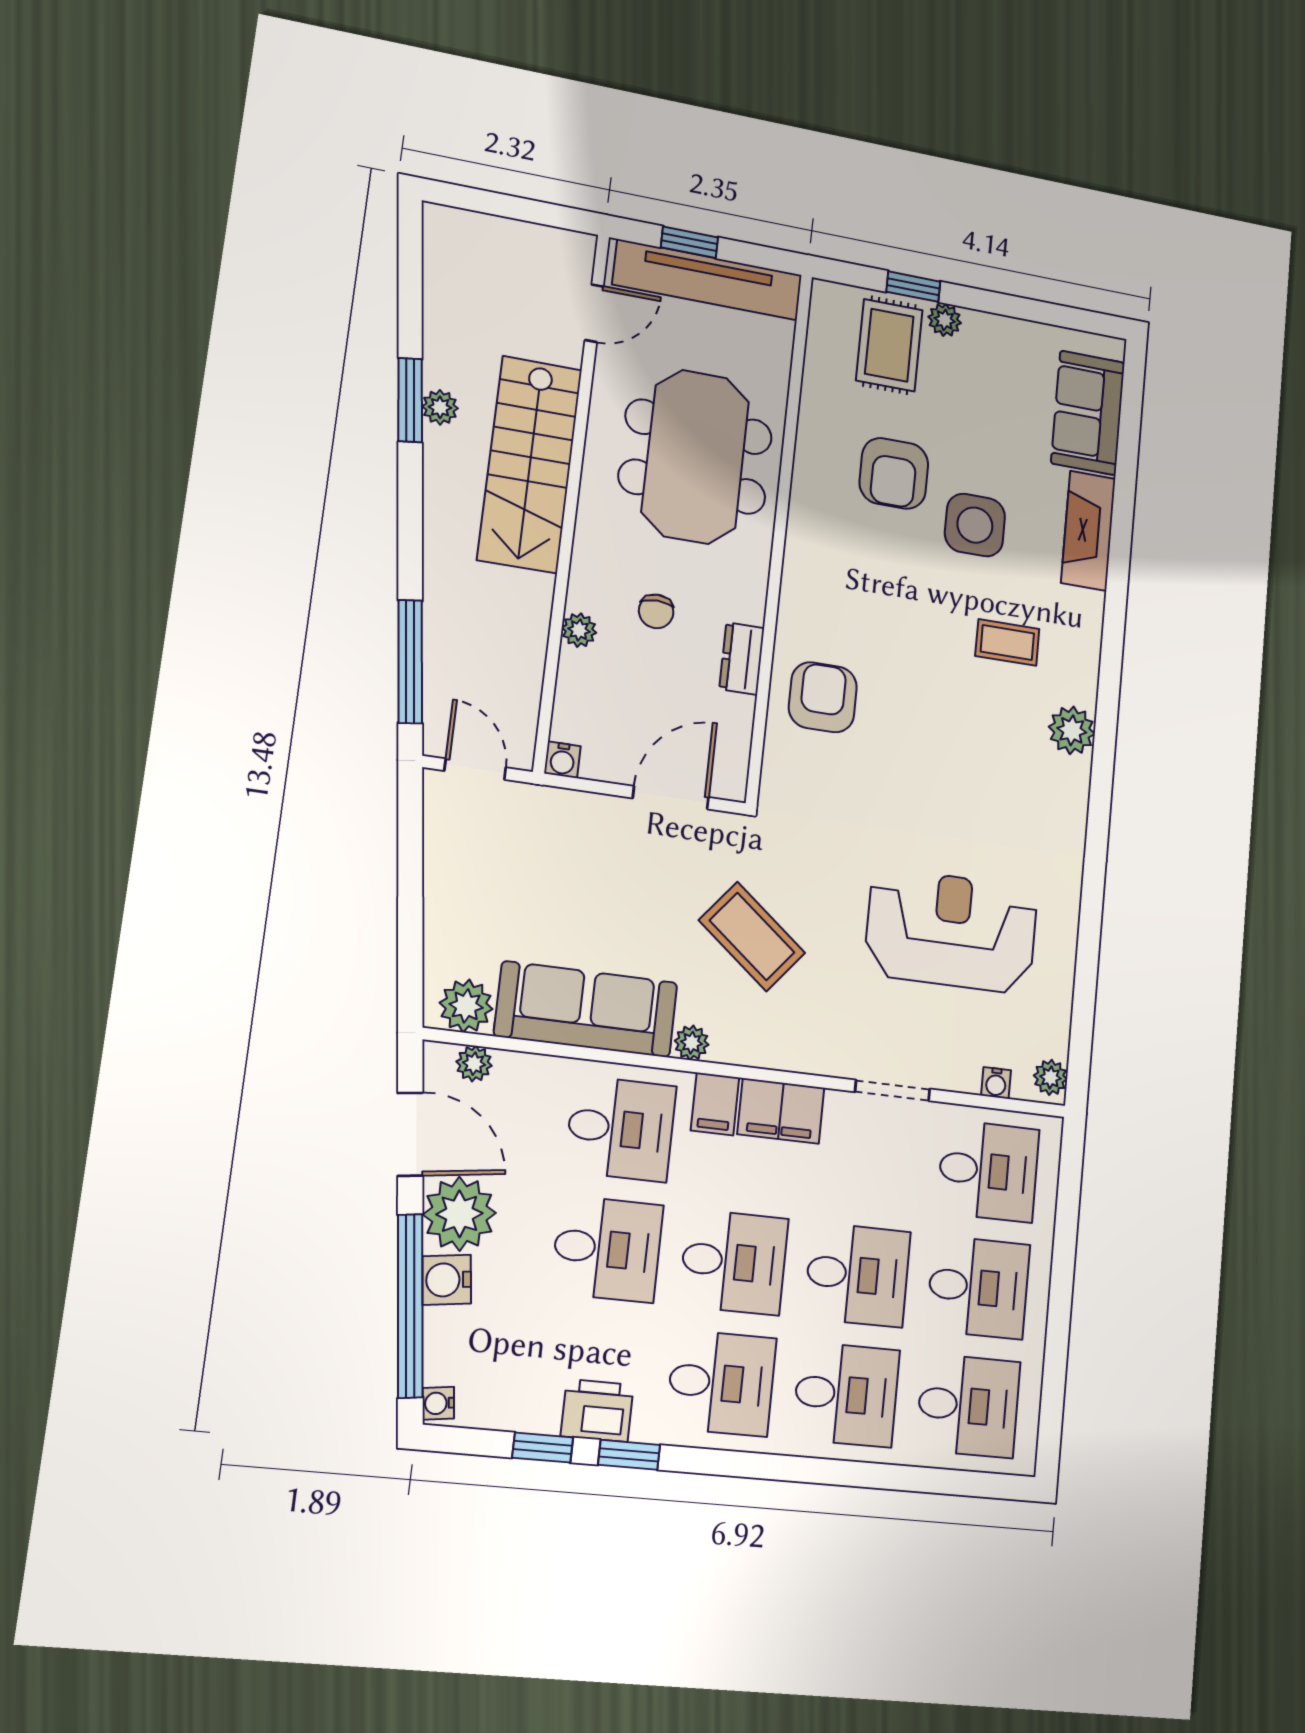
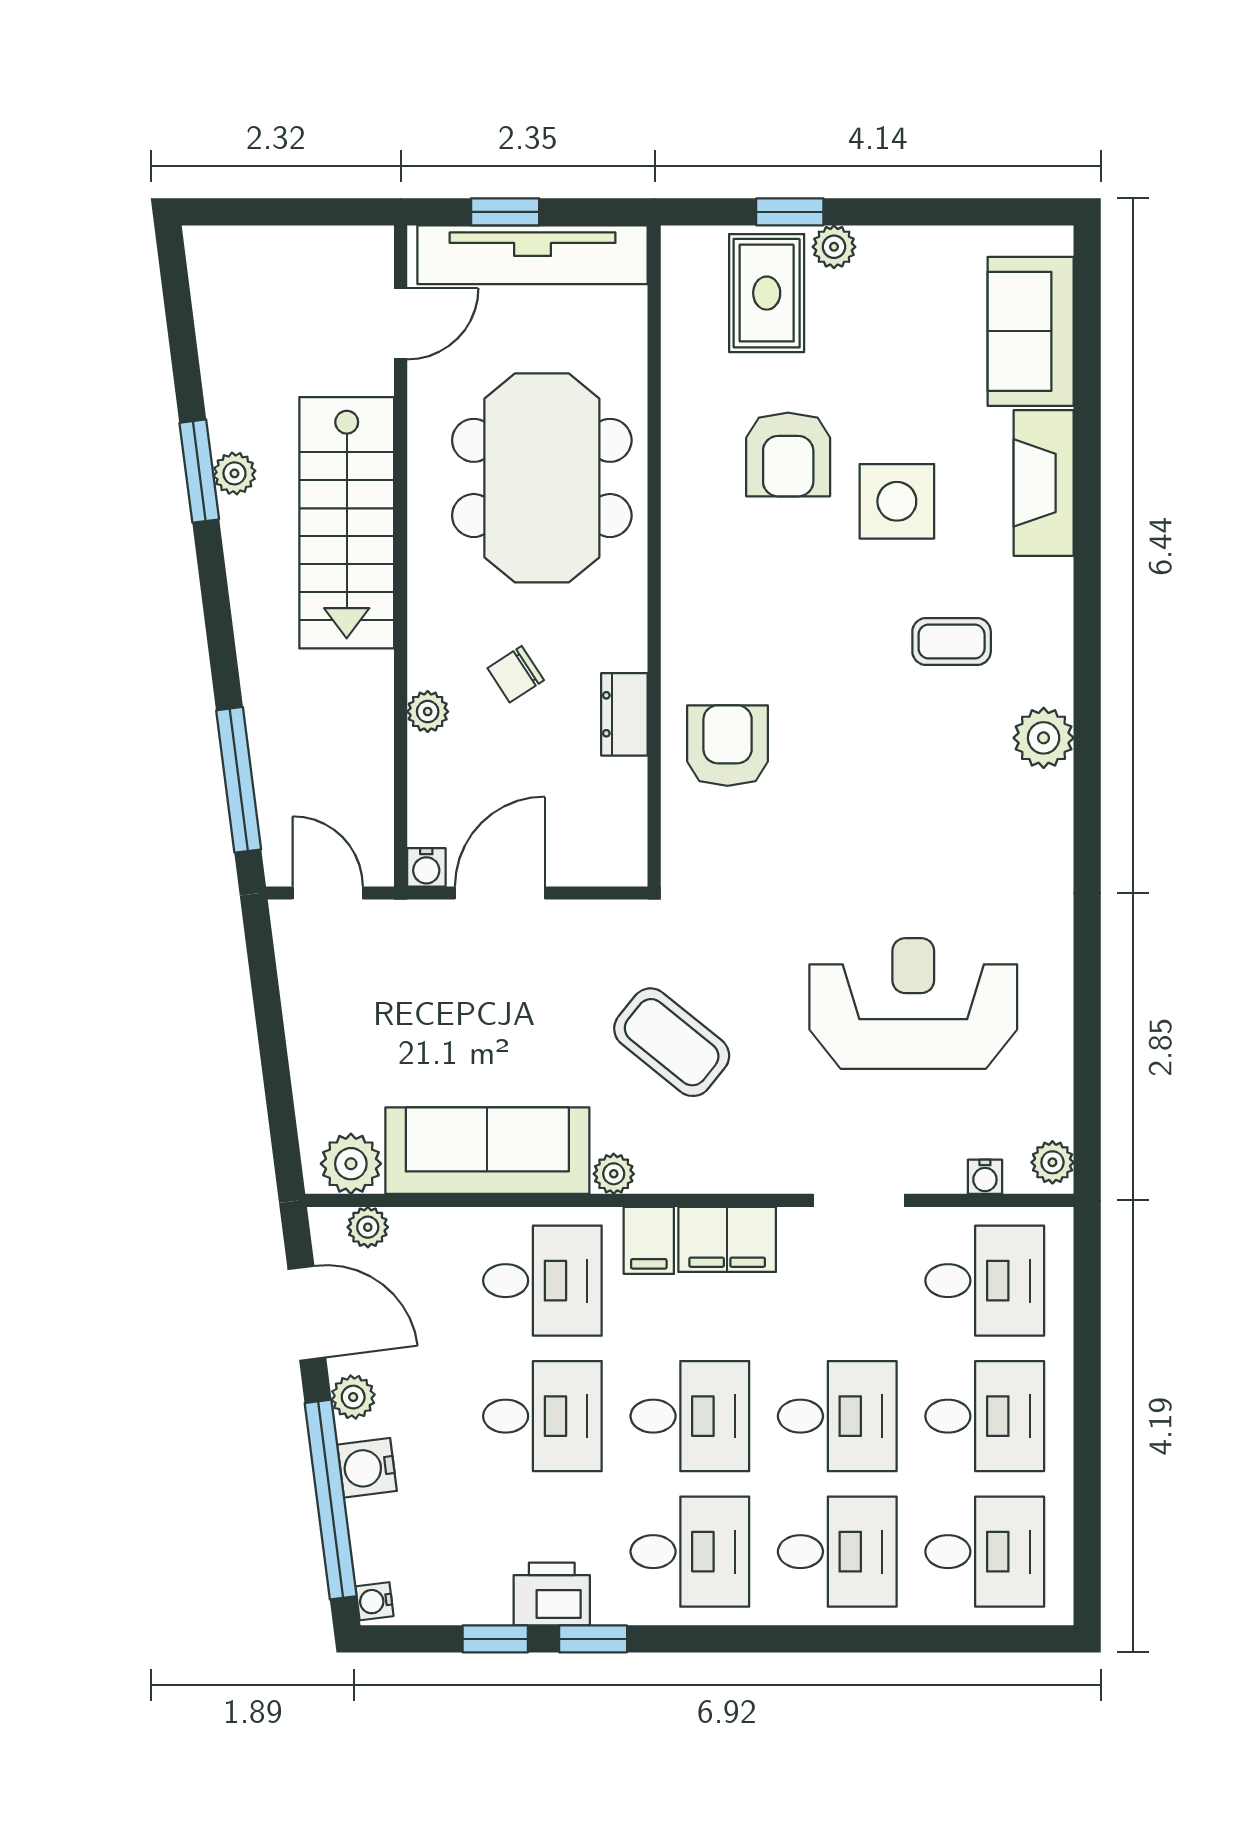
chair: (656, 611) -> (516, 674), turned 57
door: (671, 798) -> (500, 893), moved
plant: (459, 1214) -> (353, 1397), width x0.53, depth x0.53

